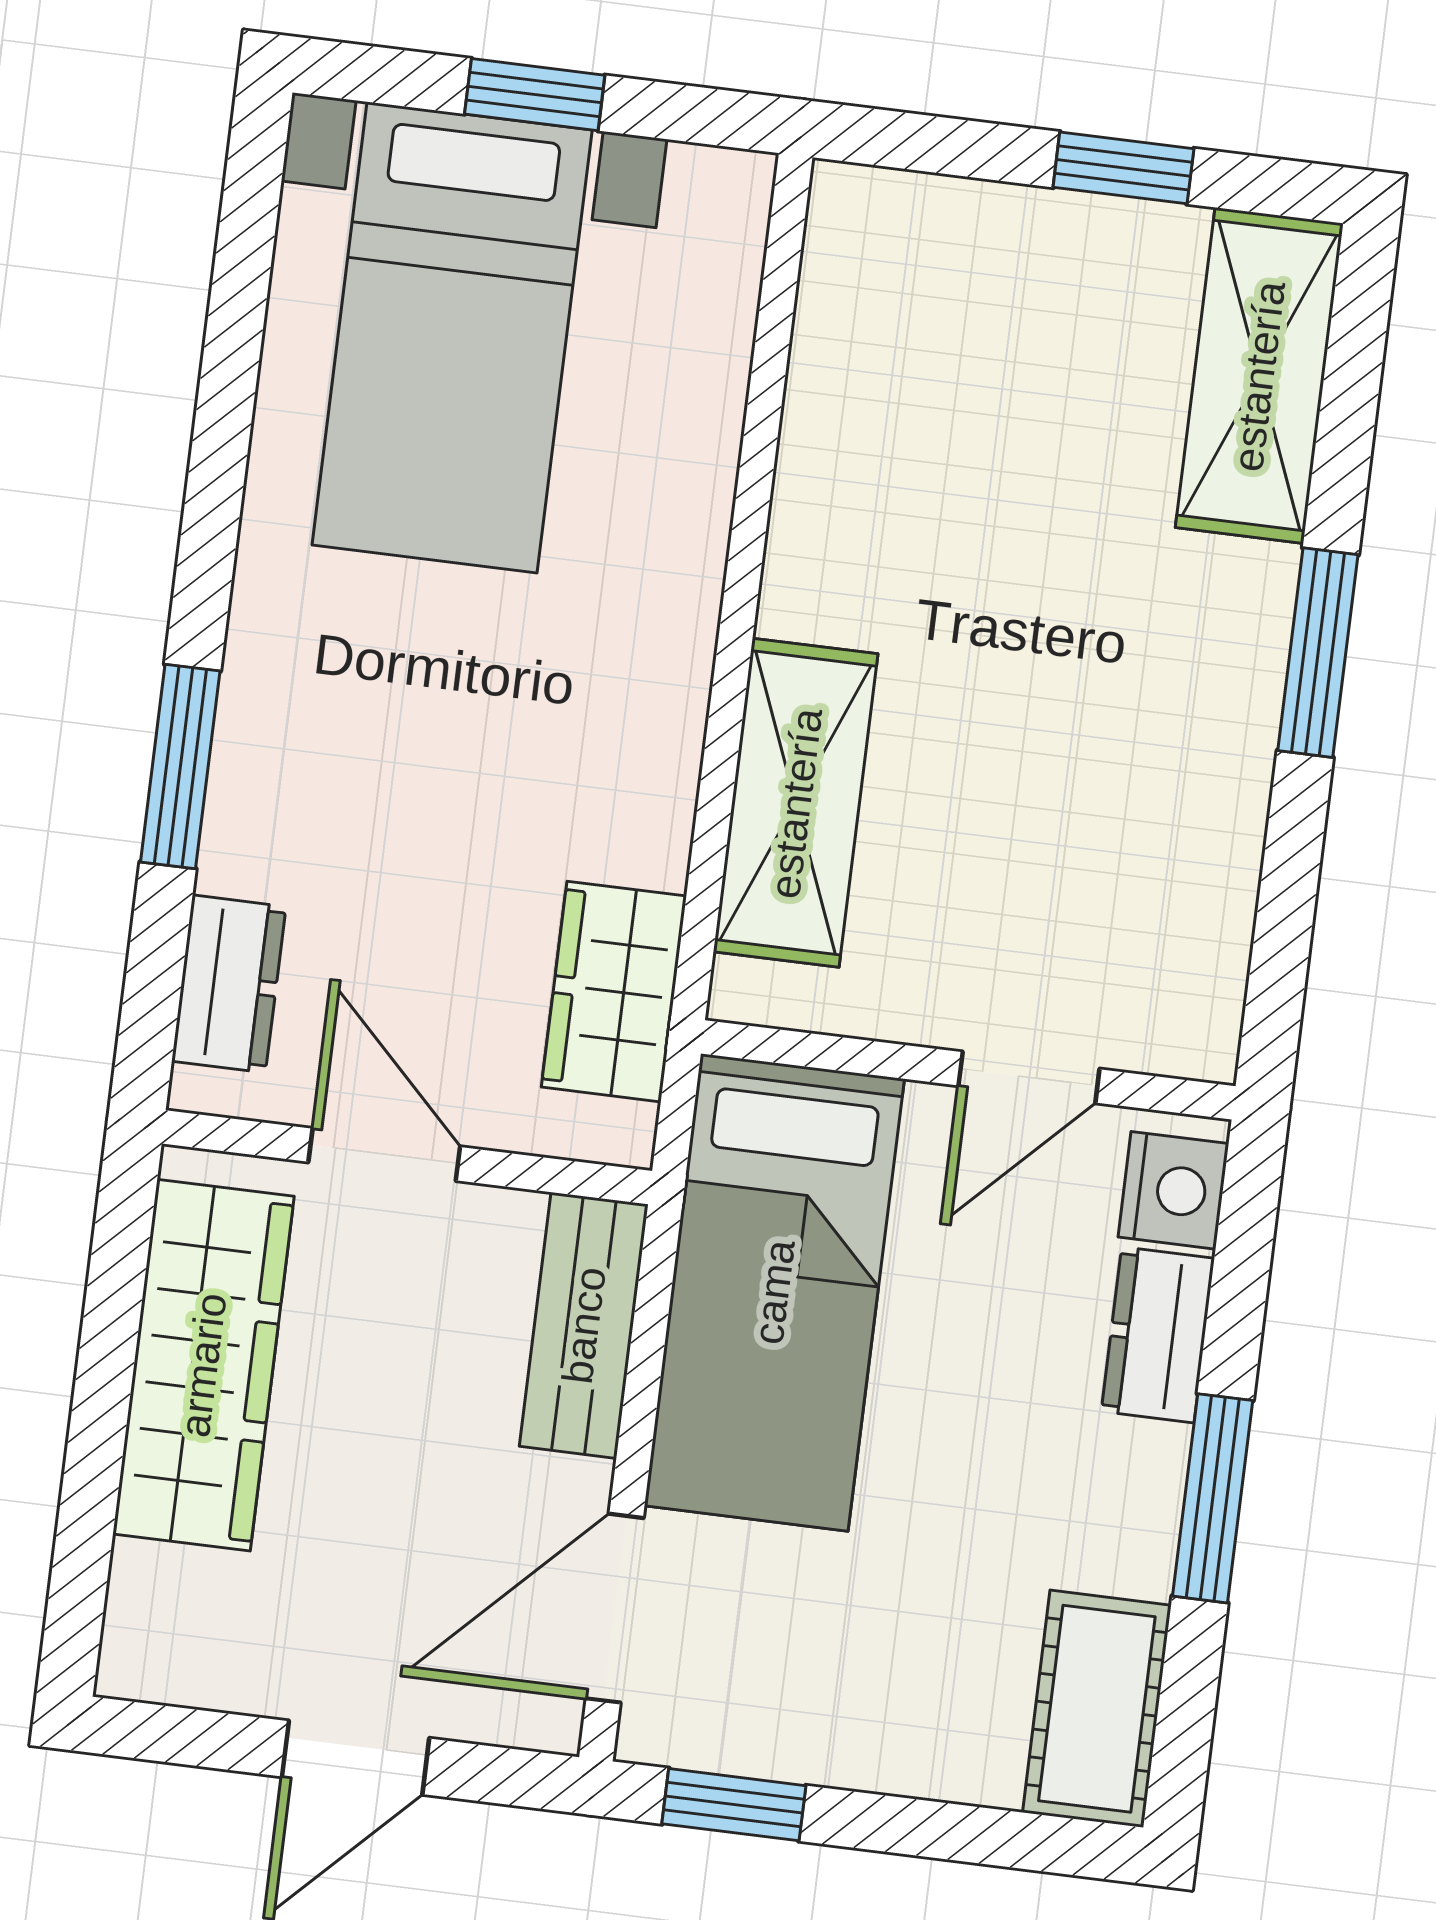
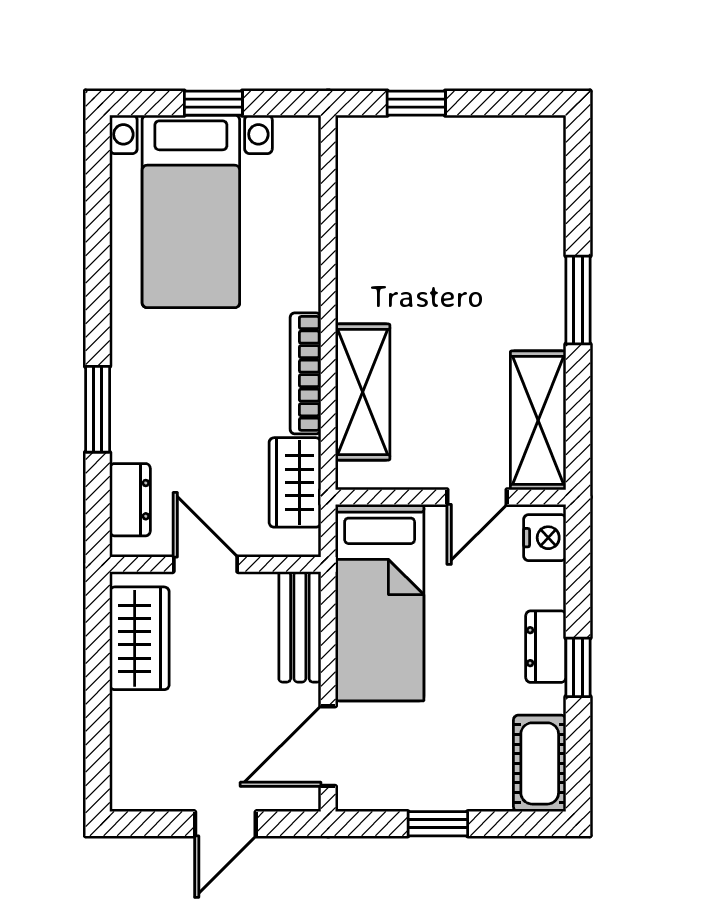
window: (1123, 168) -> (416, 103), moved
shelving: (1259, 376) -> (538, 420), moved
bookcase: (669, 743) -> (305, 373), added
dresser: (1158, 1335) -> (546, 647), moved
wardrobe: (203, 1365) -> (139, 638), width x0.67
window: (1213, 1498) -> (578, 667), width x0.67
window: (734, 1805) -> (438, 824), moved

